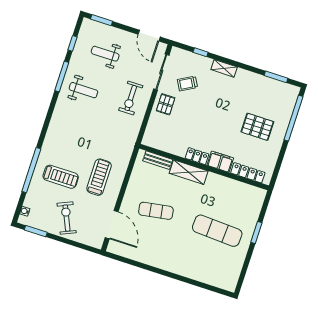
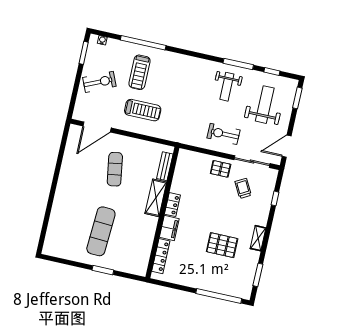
weight bench: (105, 54) -> (265, 105), width x1.36, depth x1.33
shelving: (224, 68) -> (258, 238), moved
pallet: (257, 127) -> (222, 245), moved, turned 90

